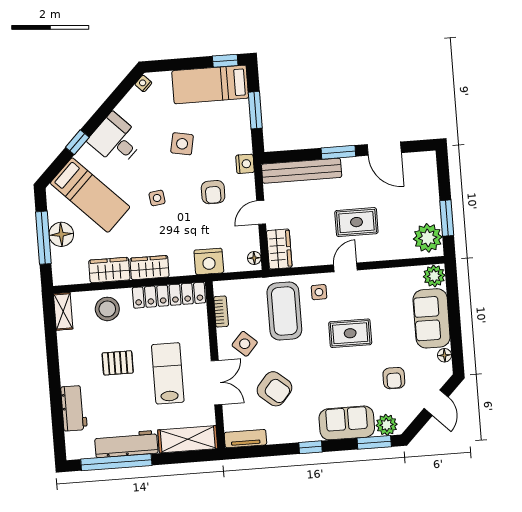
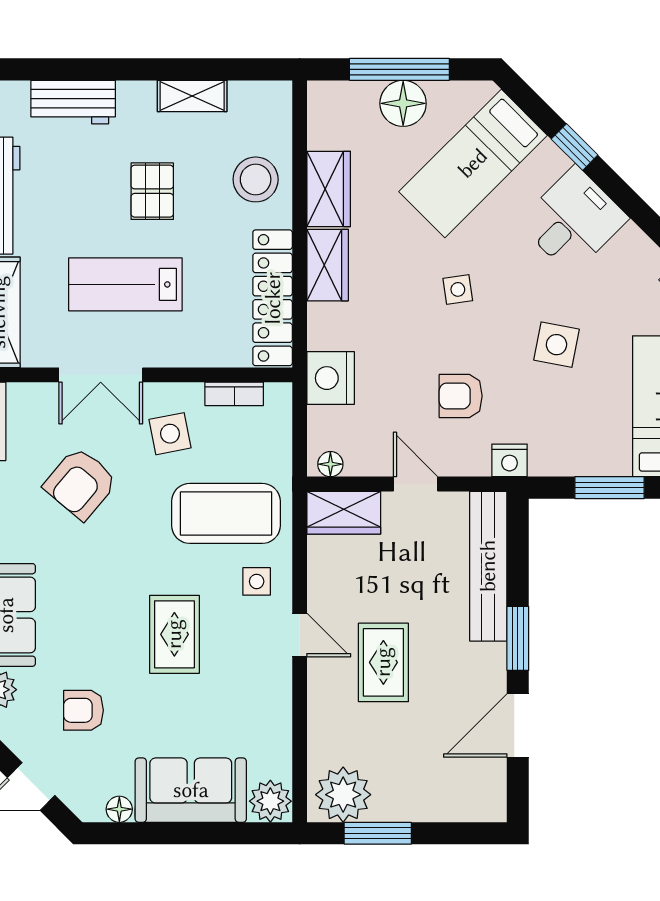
shelving: (63, 311) -> (192, 96), moved
side table: (245, 344) -> (170, 434), turned 37
lab bench: (168, 373) -> (125, 284), turned 180

